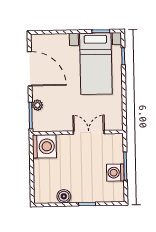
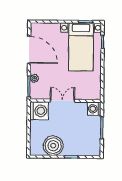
double door: (89, 132) -> (62, 101), moved
washing machine: (115, 173) -> (94, 109), moved
boiler: (64, 196) -> (53, 146), width x1.86, depth x1.86

